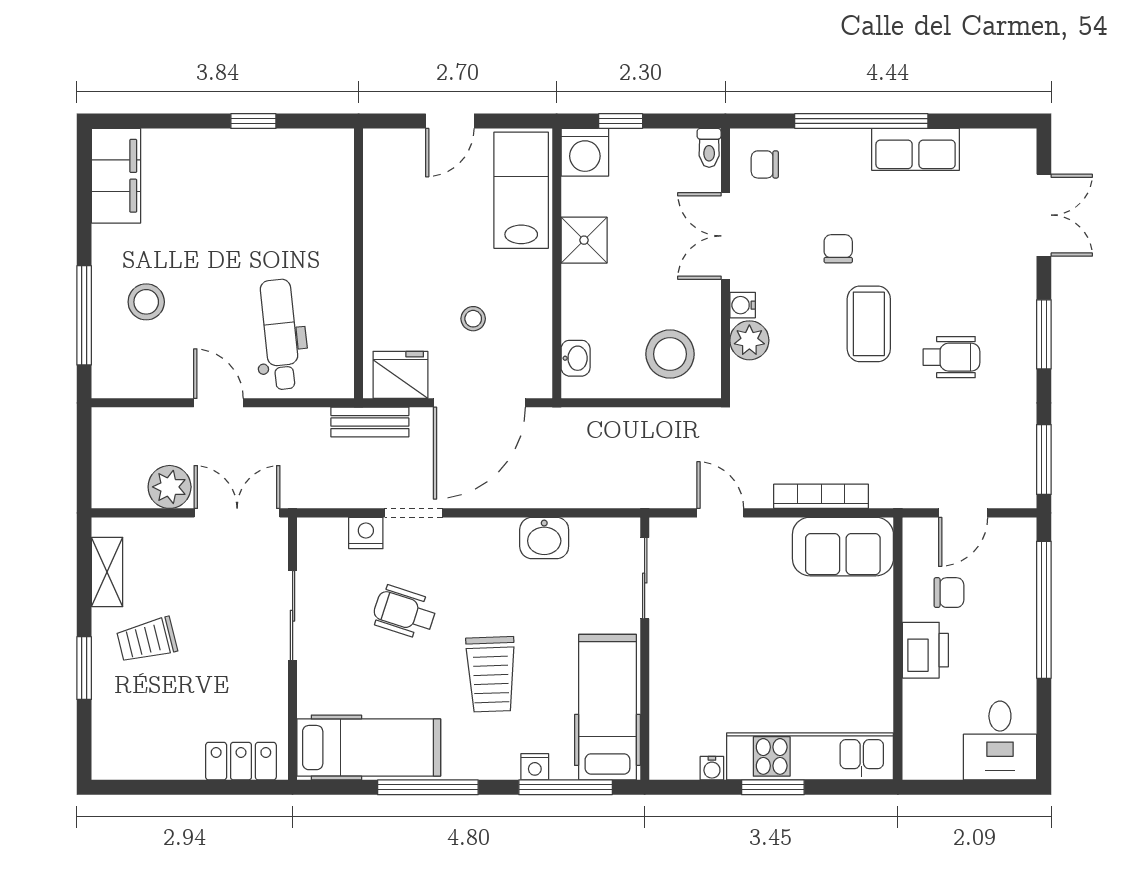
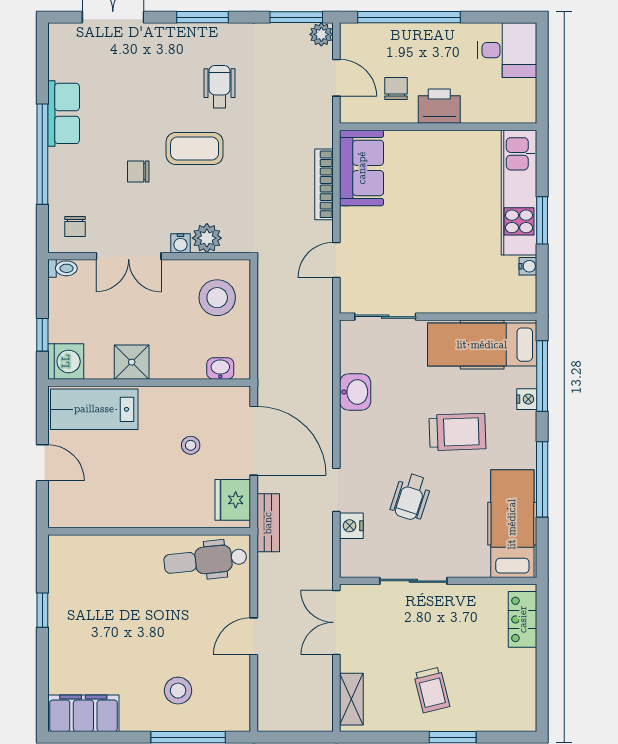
dental chair: (280, 334) -> (205, 560), moved
plant: (170, 487) -> (321, 34), moved, width x0.73, depth x0.73
shelving: (107, 572) -> (351, 699), moved, turned 90

